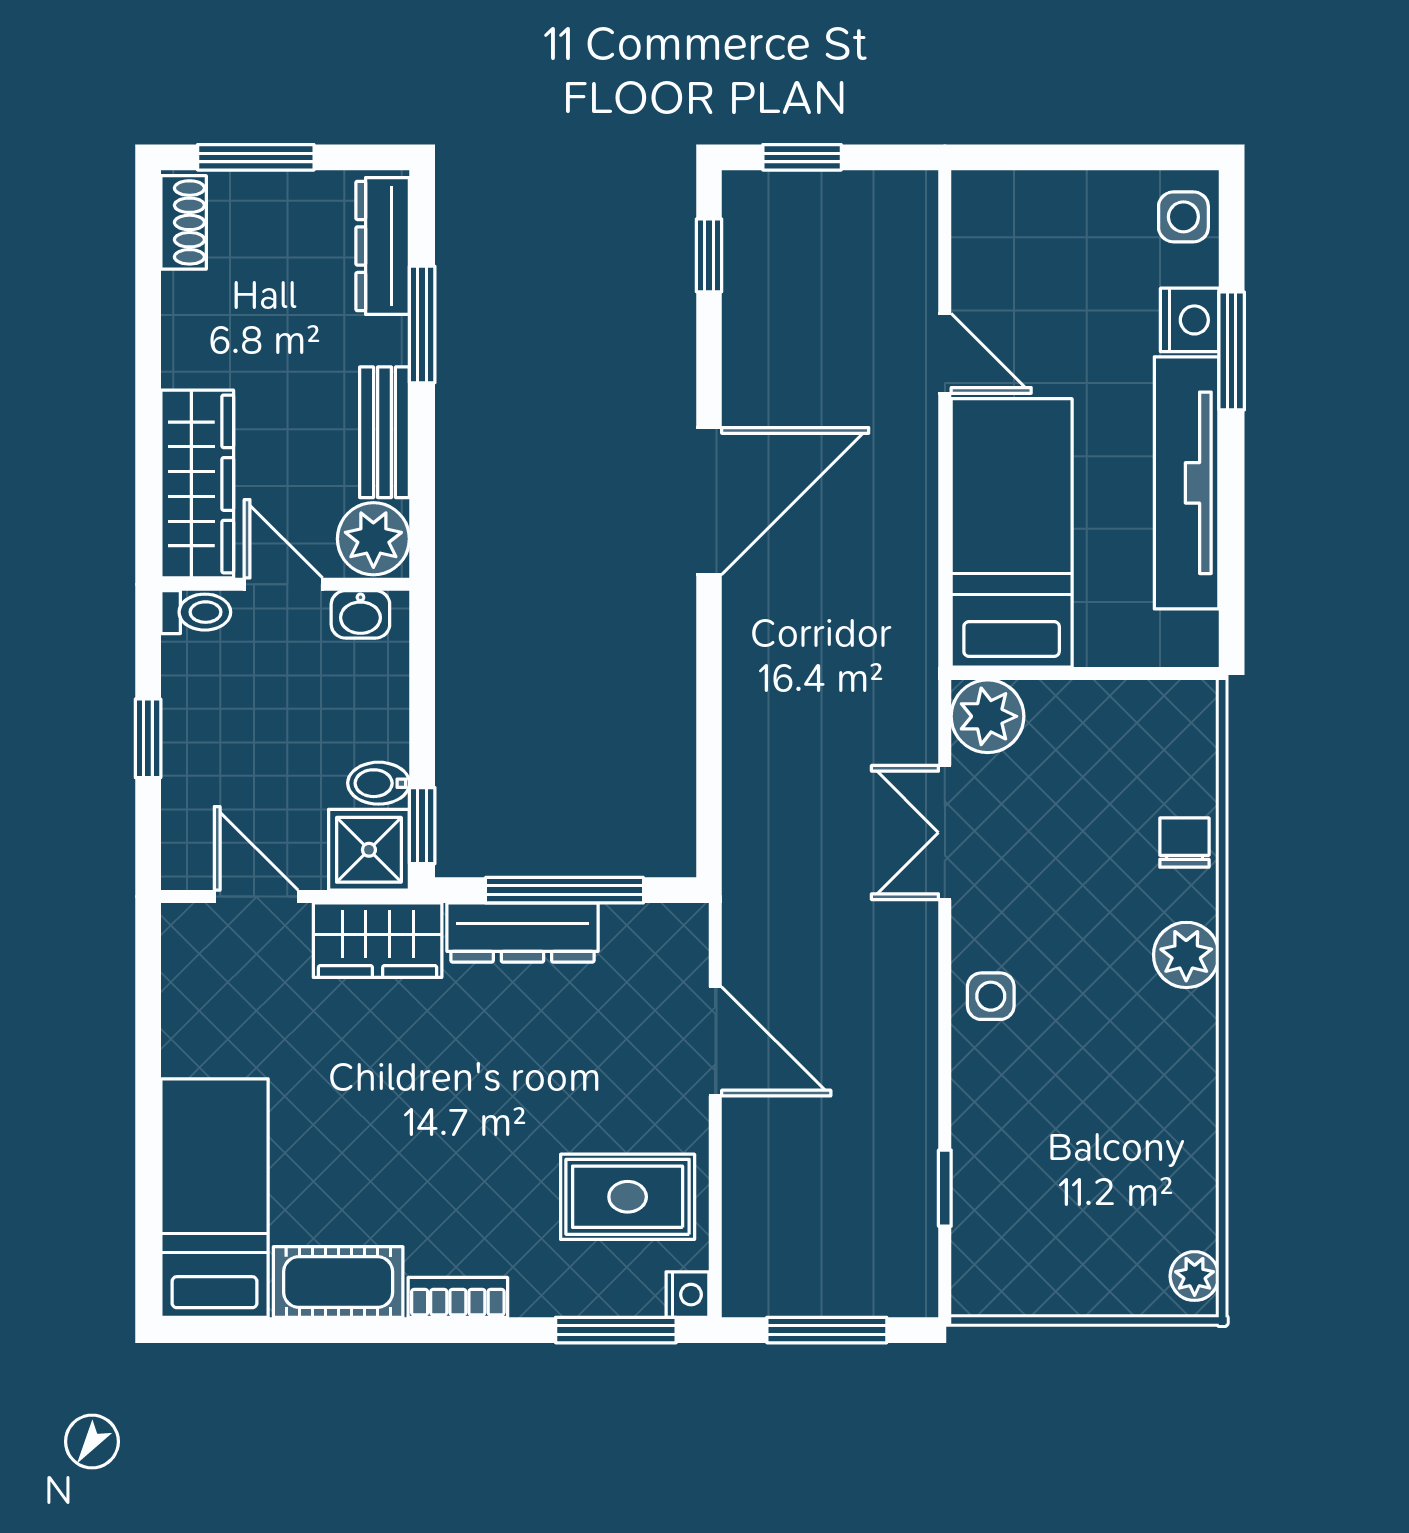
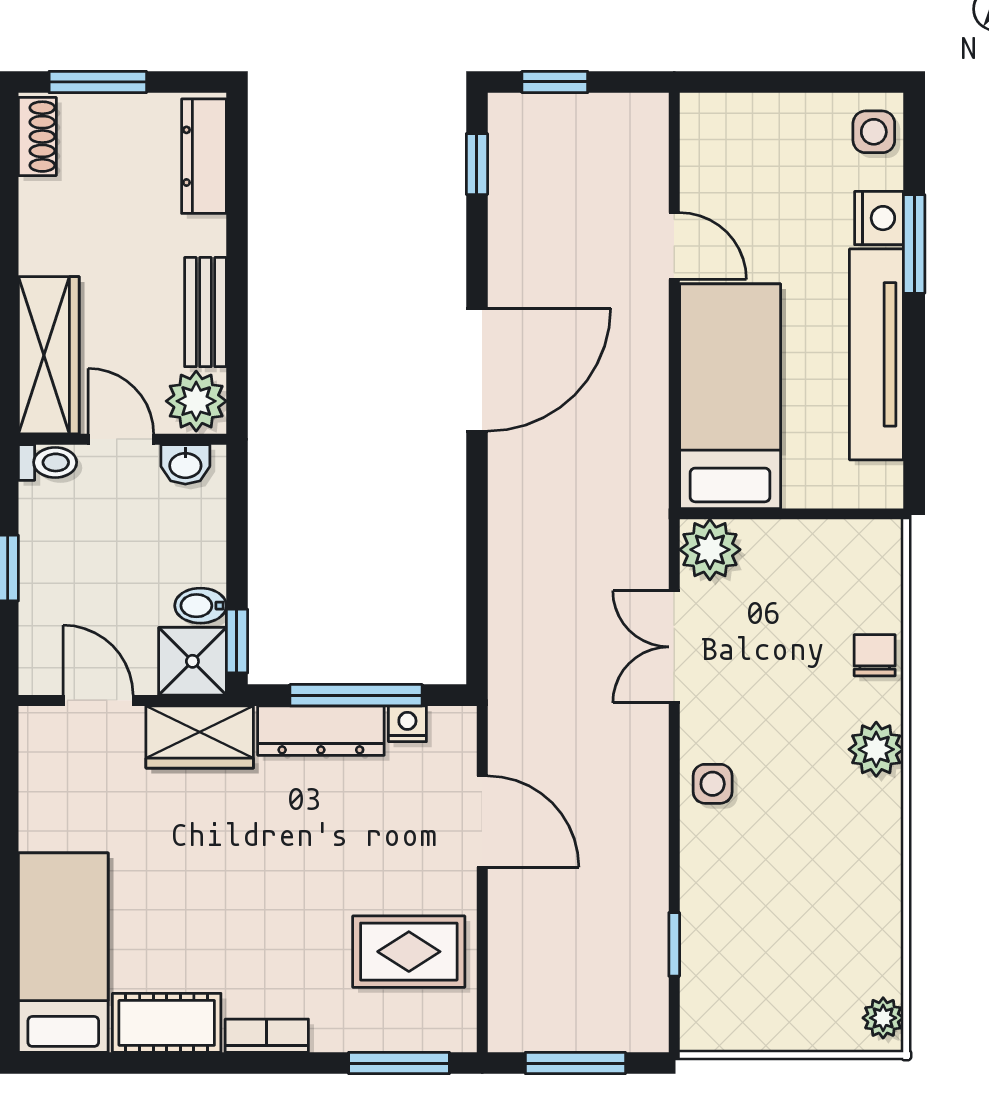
window: (422, 324) -> (237, 222), removed
nightstand: (688, 1295) -> (407, 724), moved, turned -90

